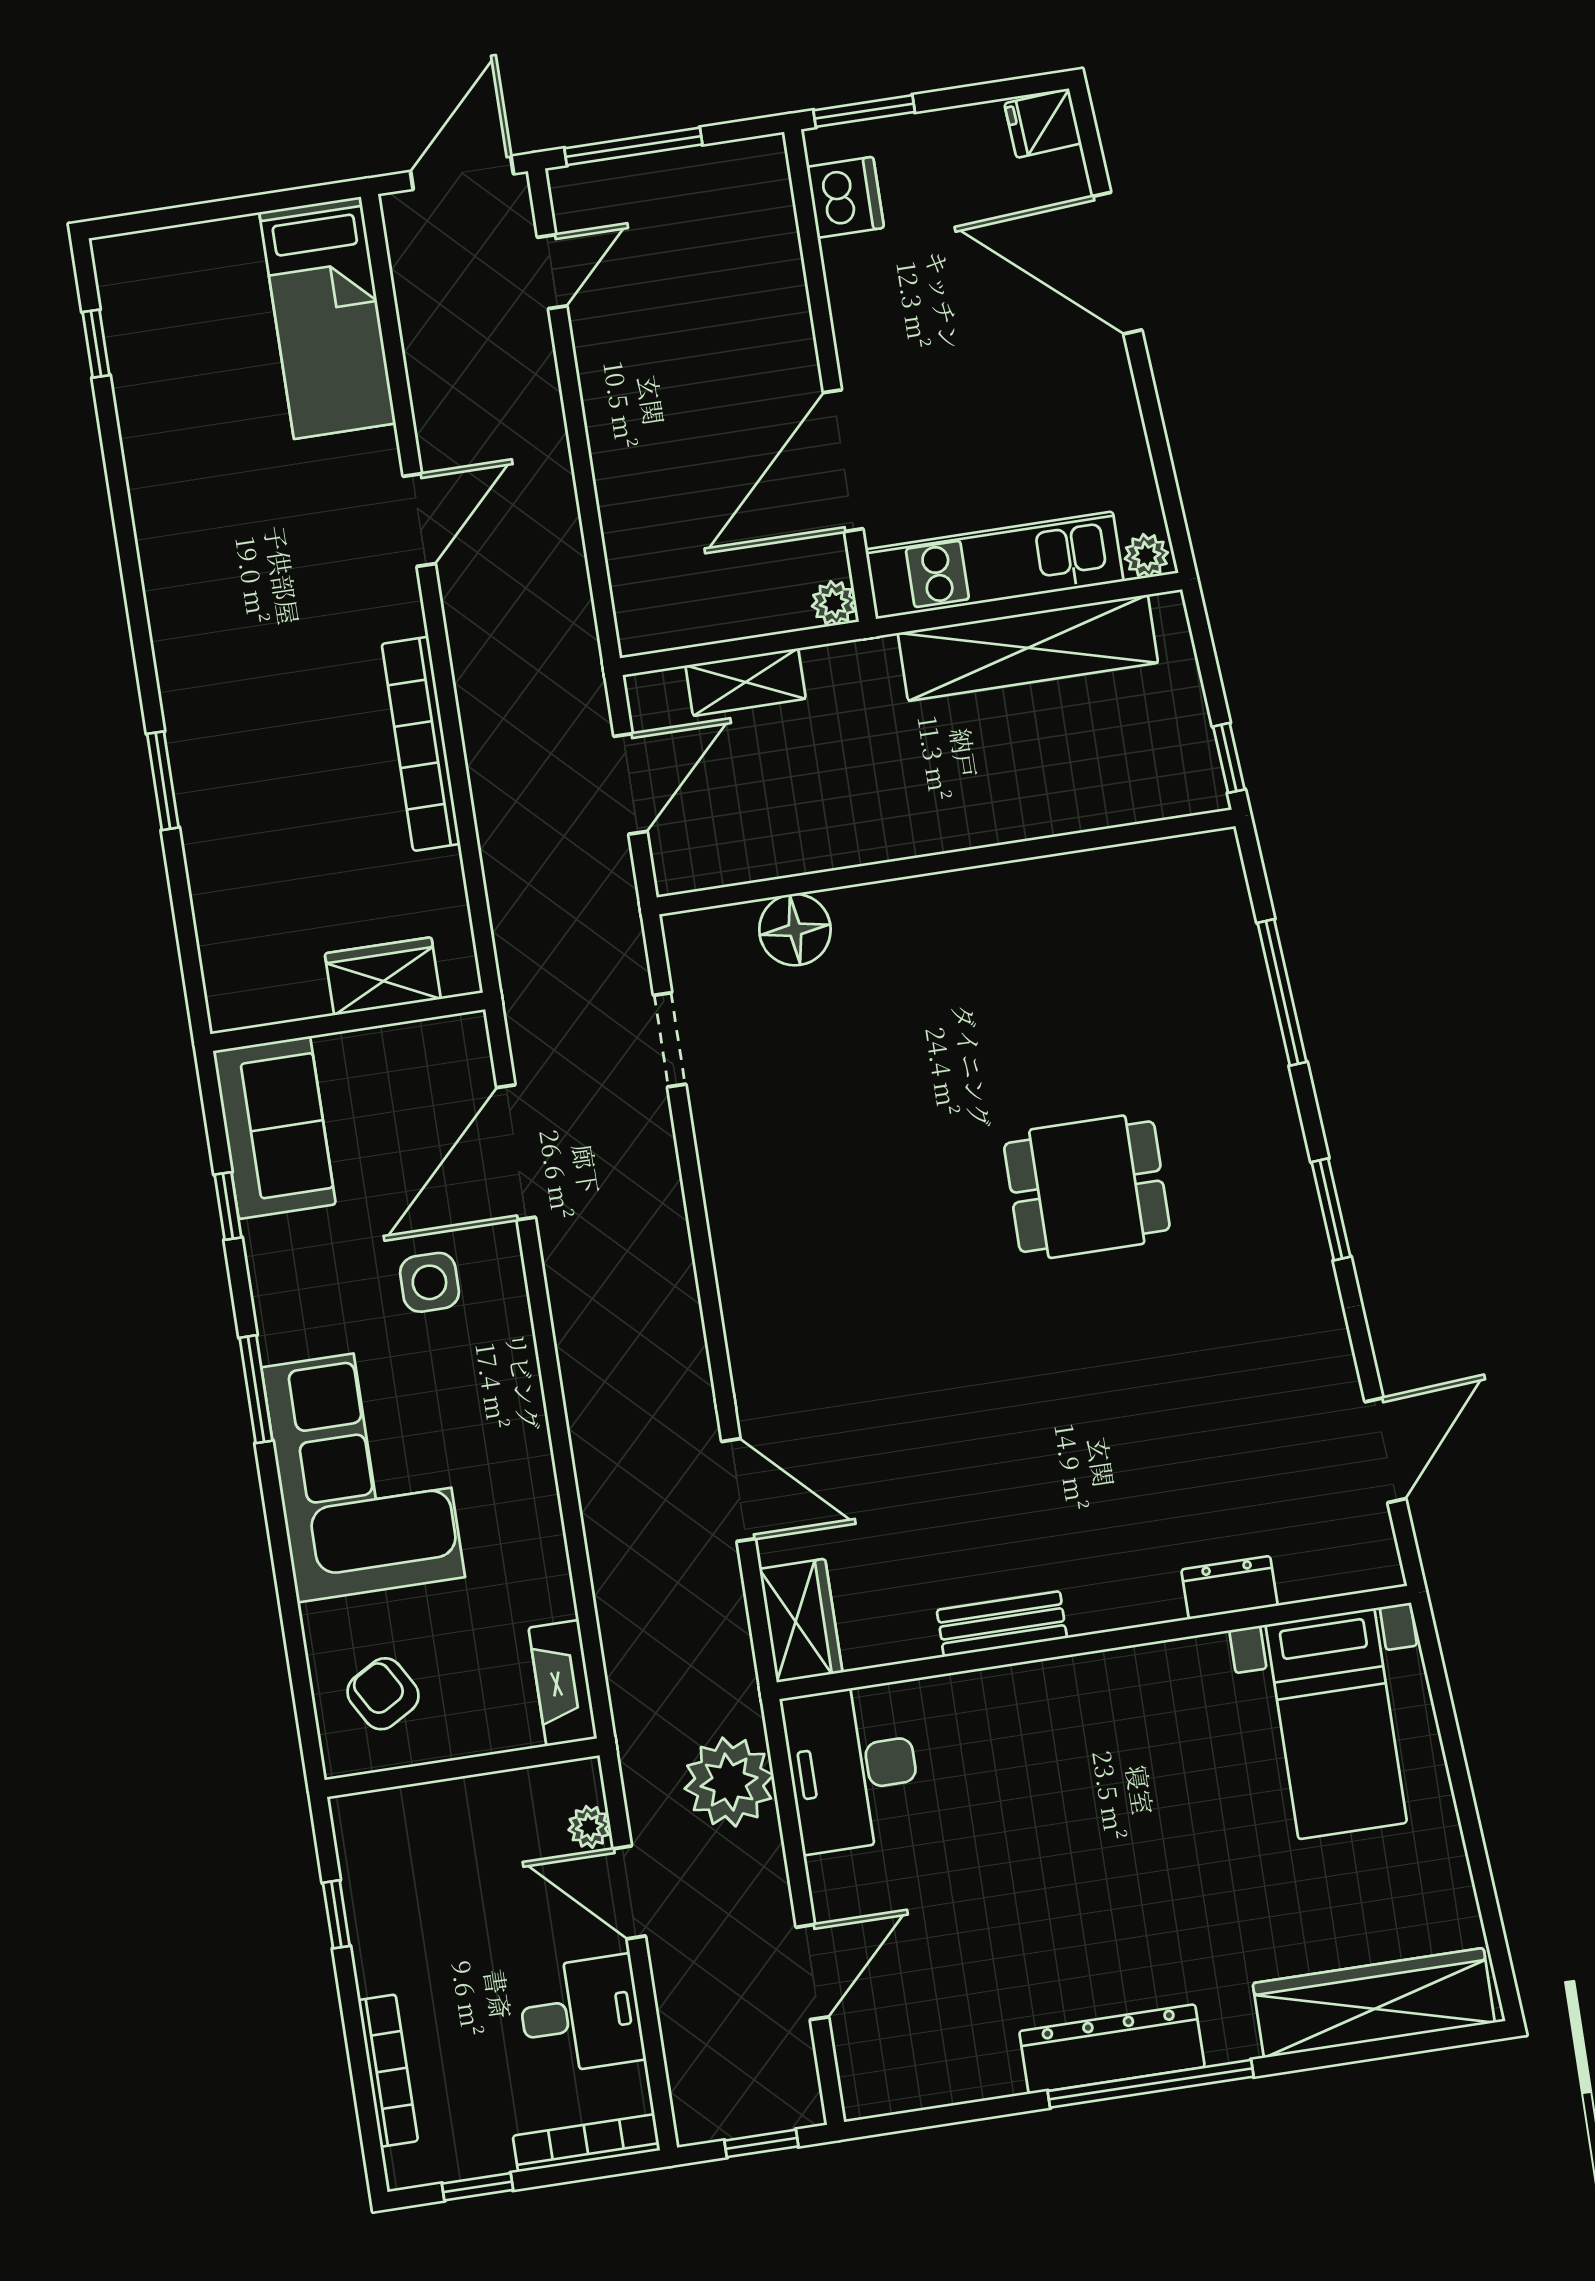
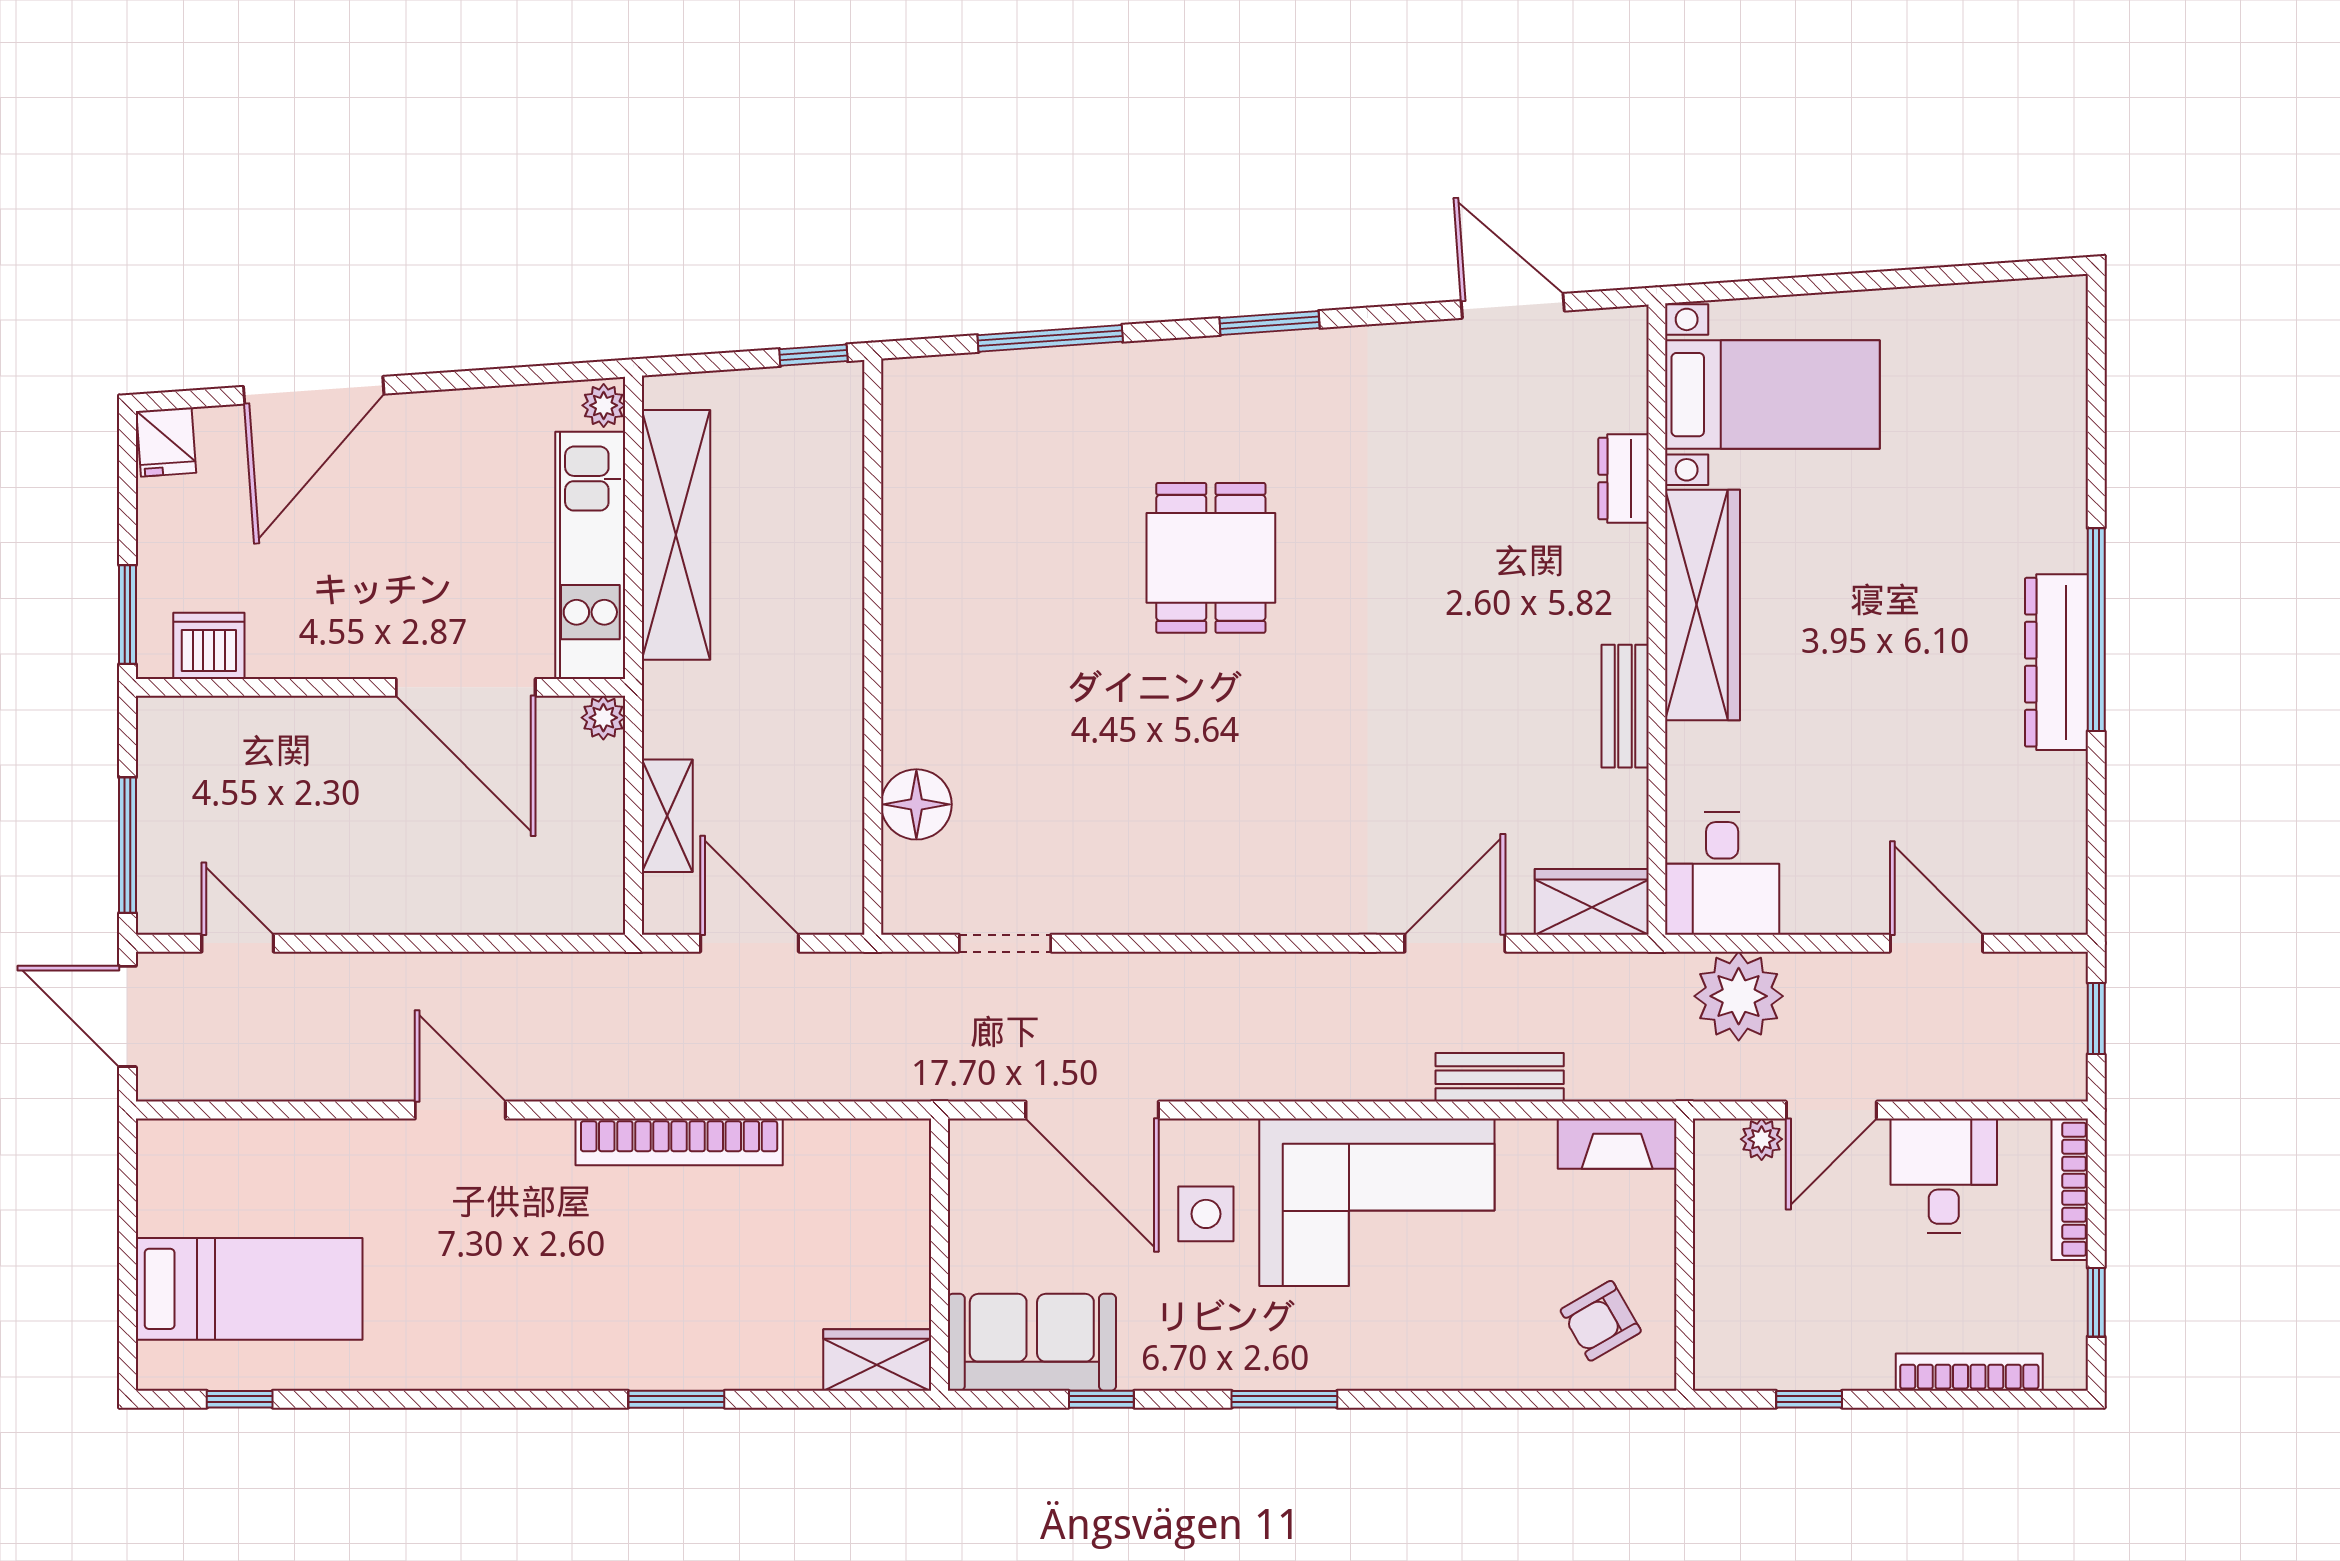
bed: (328, 318) -> (249, 1289), moved
wardrobe: (383, 976) -> (877, 1360), moved, turned 90
corner sofa: (363, 1472) -> (1377, 1202), moved, turned 180
bench: (611, 1555) -> (1500, 1077), added
desk: (853, 1768) -> (1722, 873), width x0.73
wardrobe: (1374, 2003) -> (1703, 605), moved, turned 180

